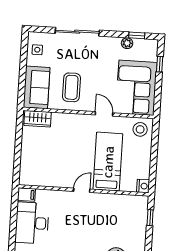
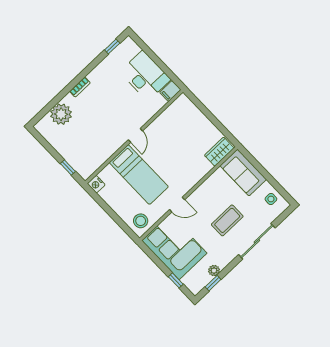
coffee table: (71, 87) -> (227, 220), moved, turned 90

